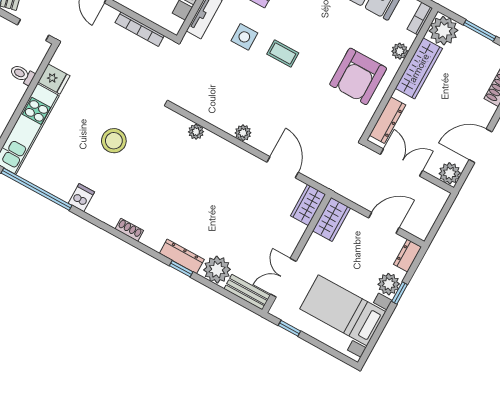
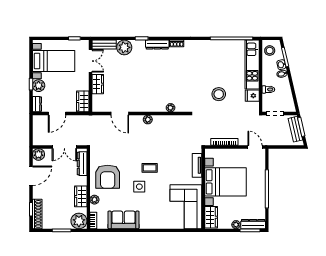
side table: (244, 37) -> (139, 187), moved
wardrobe: (419, 68) -> (81, 196), width x0.67
armchair: (358, 76) -> (108, 177), turned 180
stool: (114, 141) -> (219, 94), moved
dishwasher: (81, 198) -> (208, 46), removed
wardrobe: (308, 205) -> (98, 84), moved
dresser: (182, 256) -> (157, 45), moved

